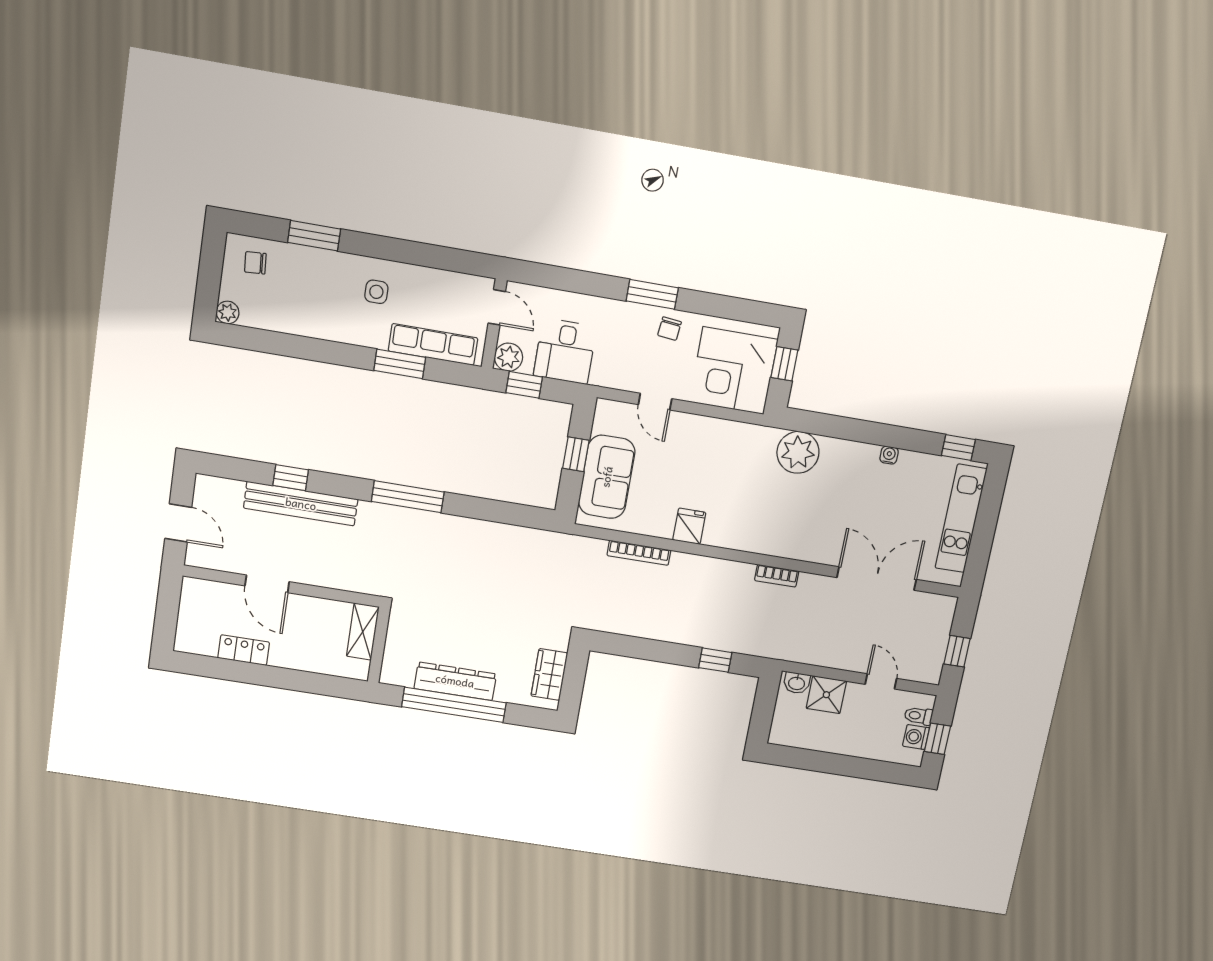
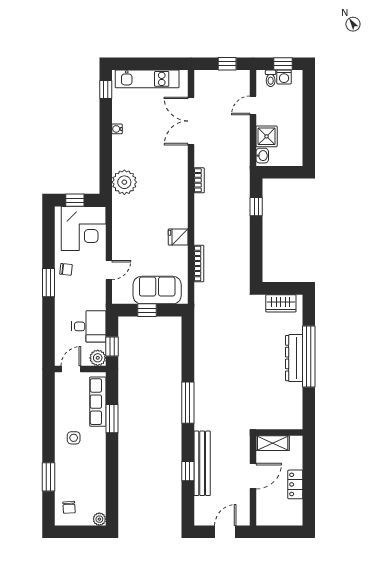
shelving: (363, 632) -> (273, 443), moved
wall: (379, 645) -> (279, 433), moved

